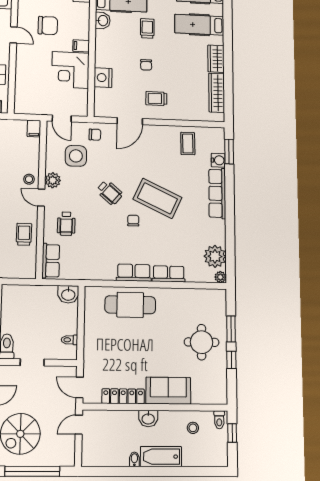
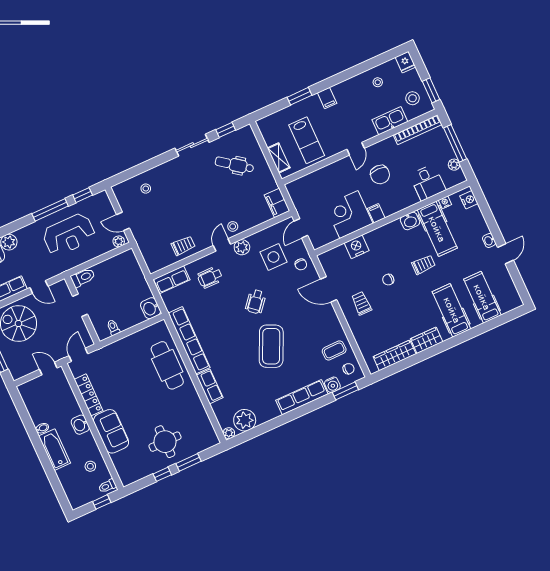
filing cabinet: (34, 129) -> (277, 203), width x2.00
chair: (133, 221) -> (349, 369), moved
row of seats: (134, 273) -> (189, 340), width x2.02

